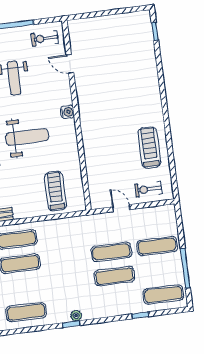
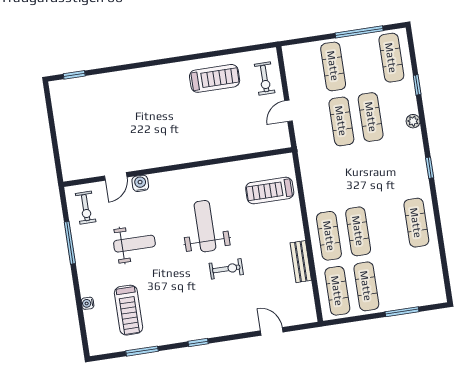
water cooler: (67, 112) -> (140, 183), moved
treadmill: (149, 148) -> (215, 78), turned 180
plant: (76, 316) -> (413, 121), moved

